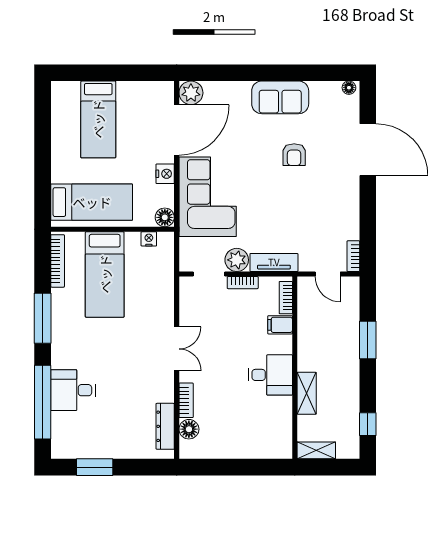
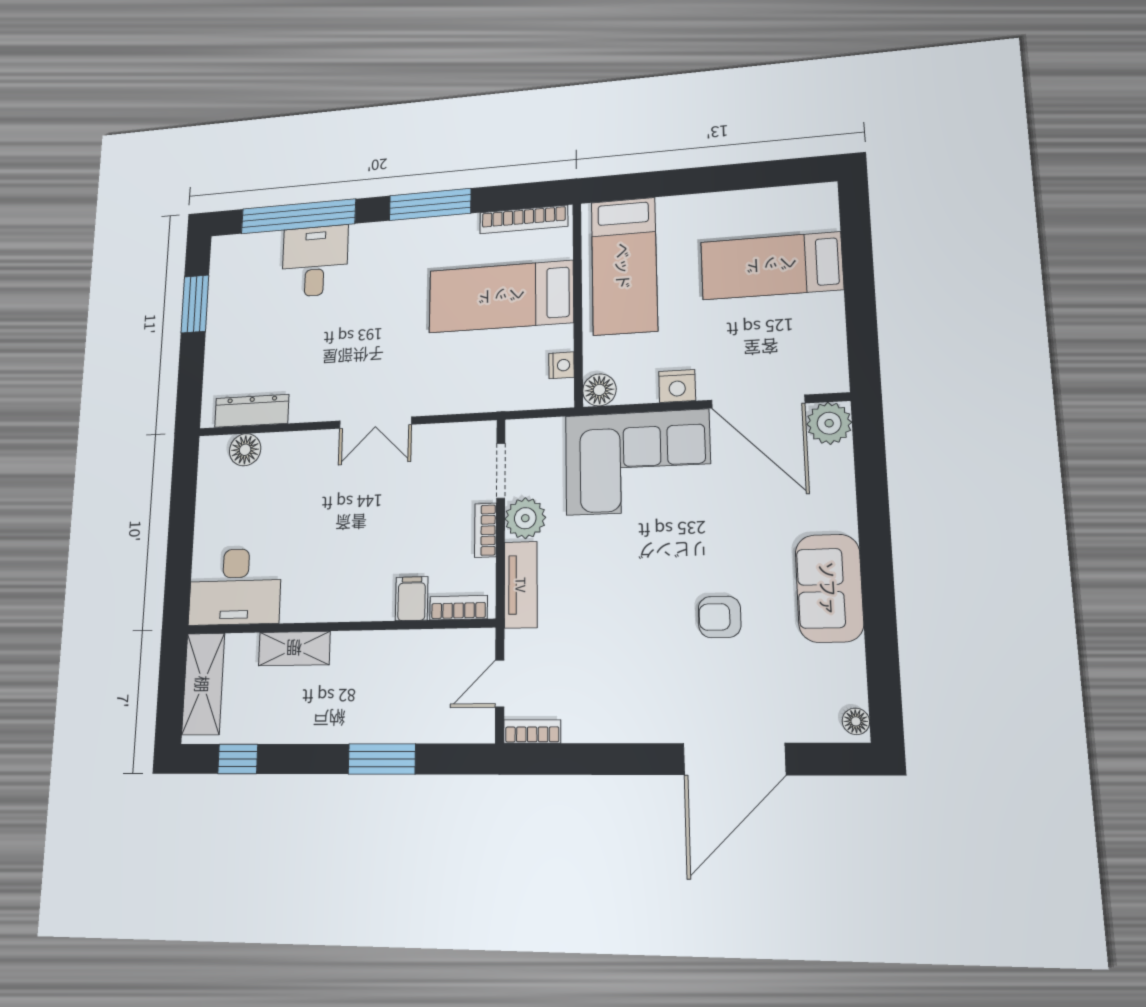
desk: (270, 375) -> (235, 587), moved, width x1.37
bookcase: (186, 400) -> (291, 443), removed
shelving: (316, 450) -> (203, 684), width x1.50, depth x1.33

